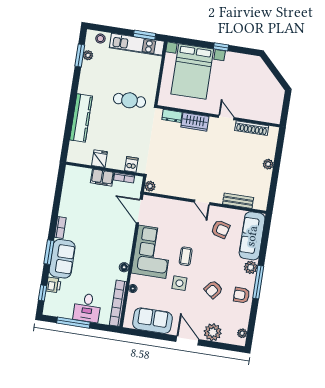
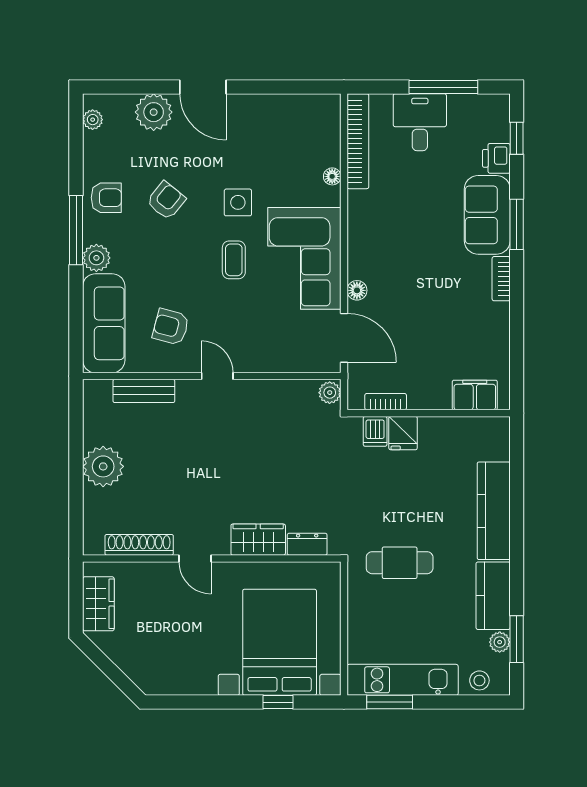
window: (221, 47) -> (278, 702), moved
kitchen counter: (88, 78) -> (493, 596), added
wardrobe: (275, 103) -> (98, 604), added
fridge: (99, 159) -> (403, 433), moved
plant: (268, 164) -> (103, 466), width x1.87, depth x1.87
filing cabinet: (102, 178) -> (475, 395), moved
floor lamp: (124, 267) -> (357, 290), moved
sofa: (153, 321) -> (281, 117), removed

